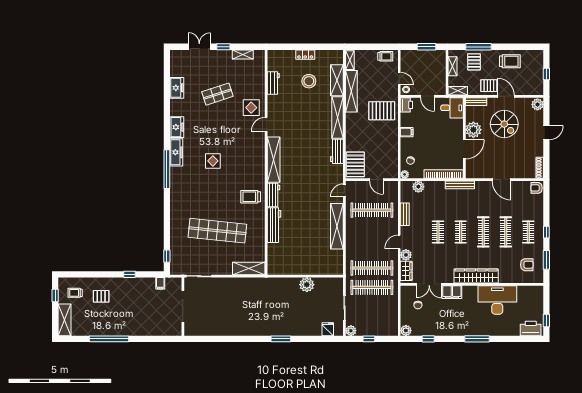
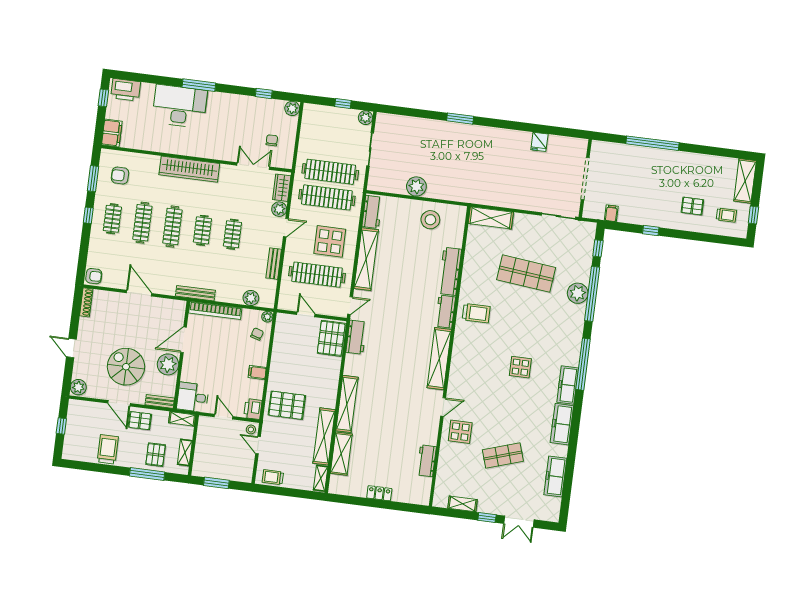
trolley: (510, 61) -> (108, 449), turned 90
stool: (309, 81) -> (430, 220), moved
freezer: (177, 88) -> (555, 476), width x1.40
freezer: (177, 127) -> (562, 424), width x1.40
door: (546, 133) -> (71, 348), hinge flipped
workbench: (337, 151) -> (356, 337), moved
plant: (178, 221) -> (578, 293), added
window: (167, 222) -> (592, 294), added
shop shelf: (217, 231) -> (526, 274), width x0.71
display table: (366, 236) -> (330, 241), added
workbench: (337, 262) -> (372, 212), added
filing cabinet: (452, 292) -> (112, 133), moved, turned 90
desk: (497, 300) -> (180, 106), moved, turned 180
fridge: (328, 329) -> (539, 142), moved
window: (109, 339) -> (653, 143), moved

